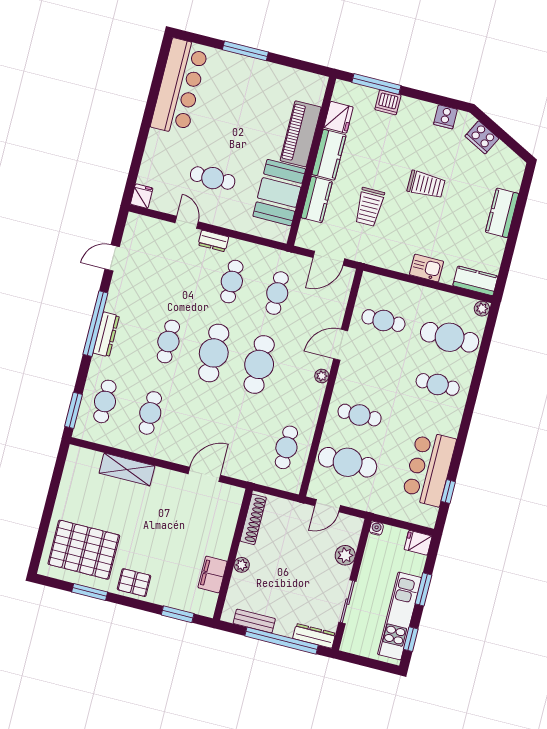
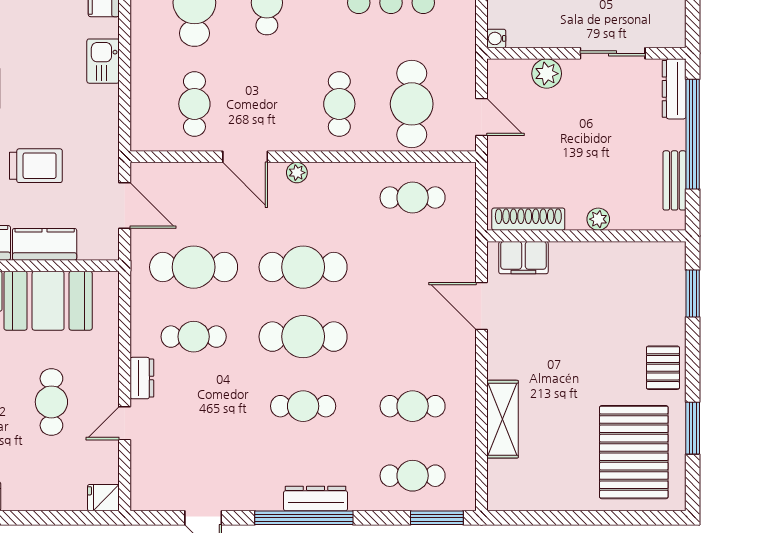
cafe table: (277, 293) -> (194, 267), width x1.37, depth x1.35
filing cabinet: (213, 574) -> (523, 258), moved

